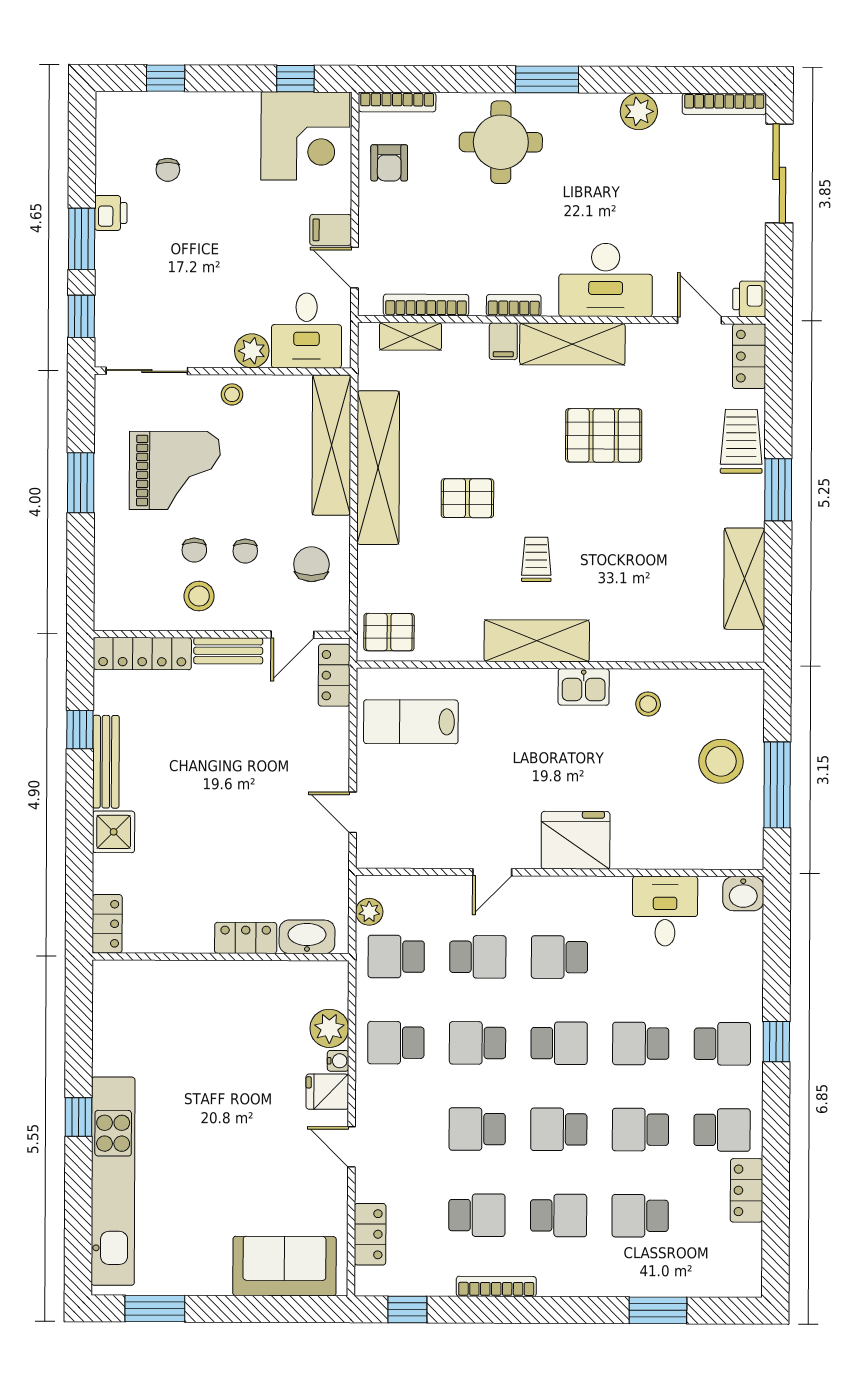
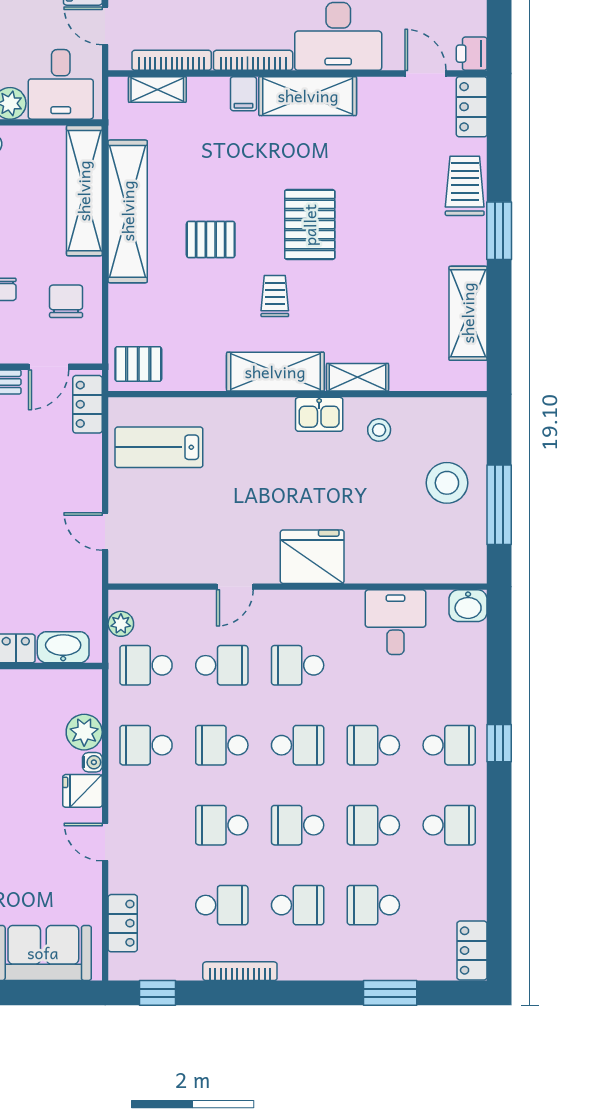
bookcase: (514, 305) -> (253, 60), width x1.56
pallet: (604, 435) -> (310, 225), moved, turned 90
shelving: (625, 647) -> (358, 377), added
locker: (747, 1190) -> (472, 951), moved

